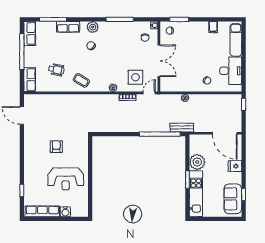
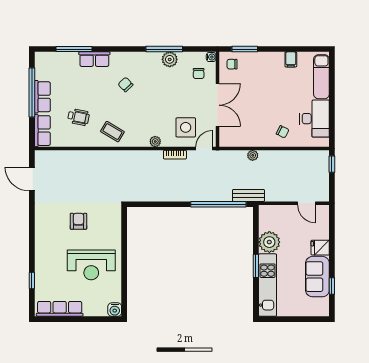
plant: (93, 27) -> (170, 59), moved
row of seats: (30, 34) -> (42, 97), moved
door: (225, 133) -> (306, 203), width x0.53
sofa: (233, 199) -> (317, 277), moved
water cooler: (65, 212) -> (115, 310), moved

